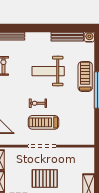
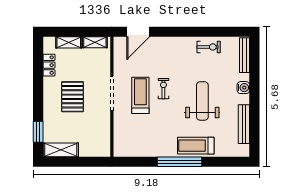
water cooler: (89, 37) -> (243, 88), moved
treadmill: (85, 77) -> (196, 146), turned 180

